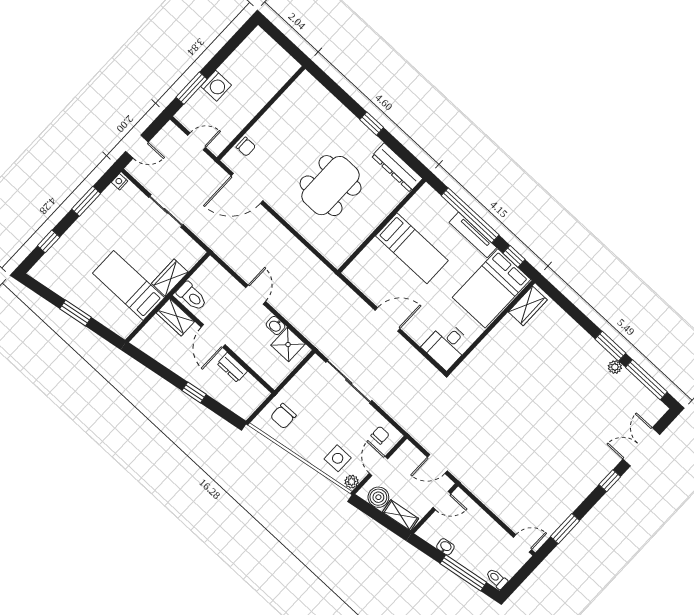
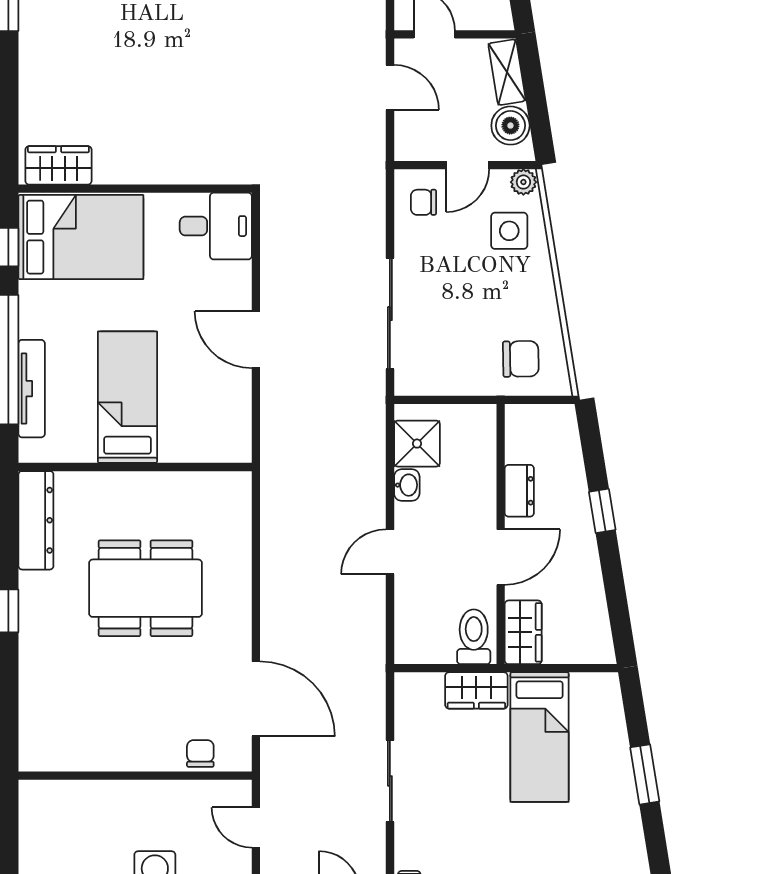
tv unit: (473, 235) -> (32, 389), moved

